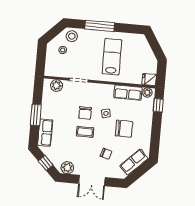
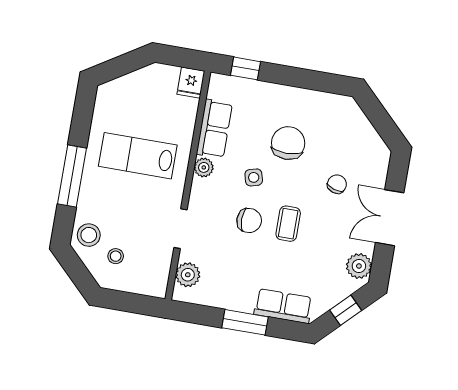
plant: (147, 92) -> (204, 167), moved
row of seats: (134, 162) -> (359, 128), removed
double door: (92, 181) -> (390, 218), swing flipped

